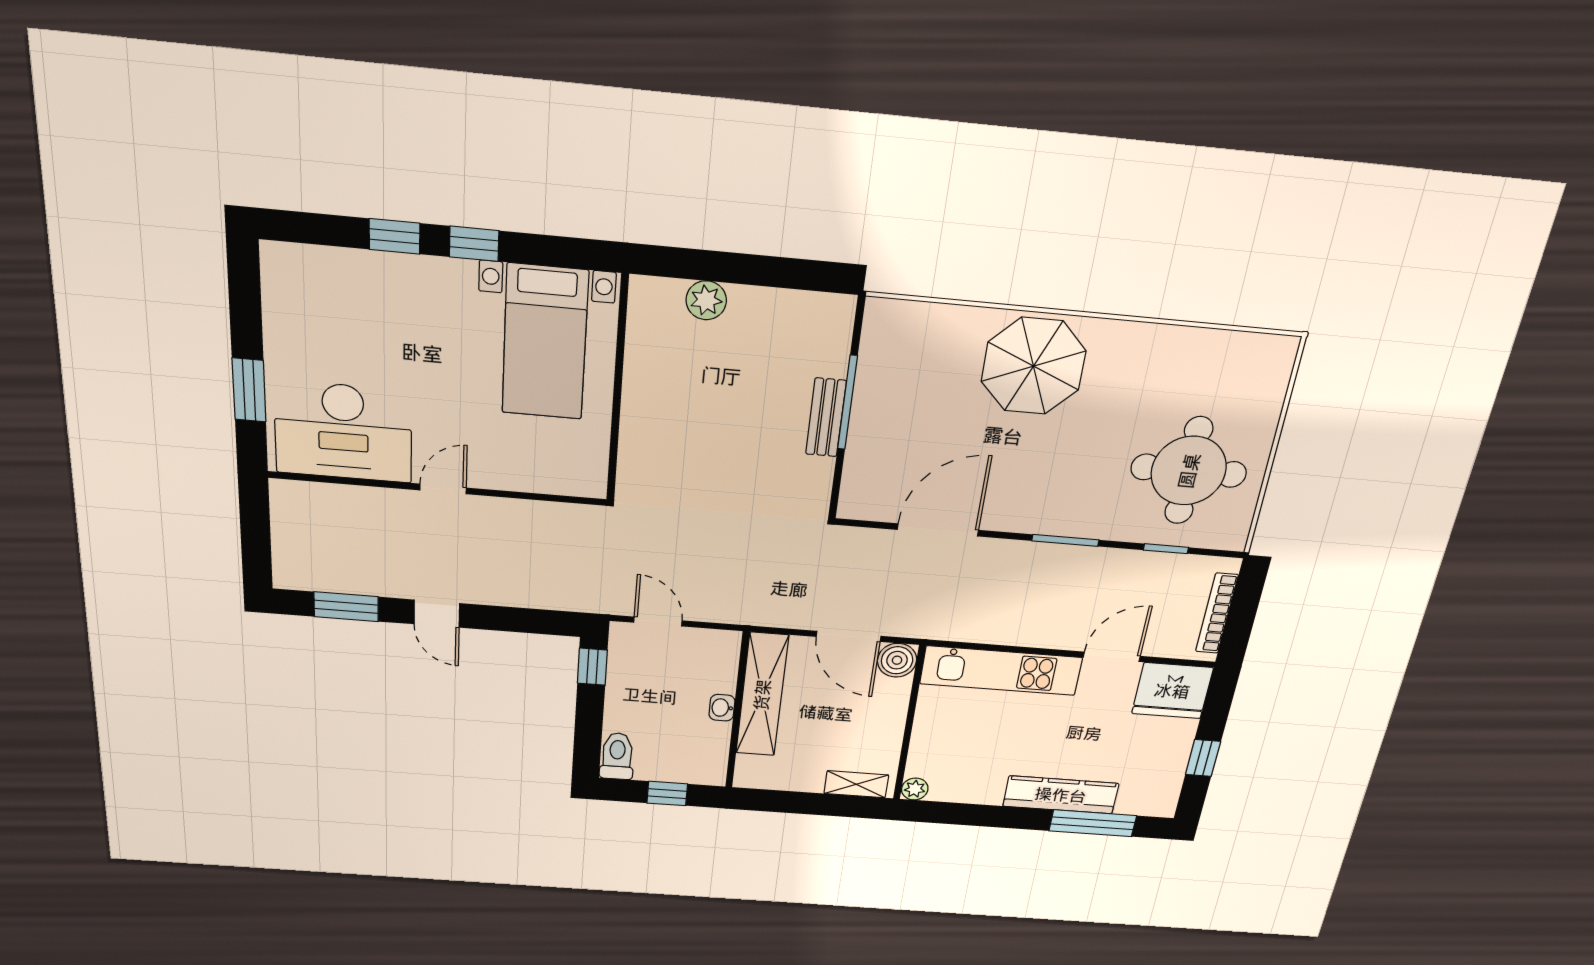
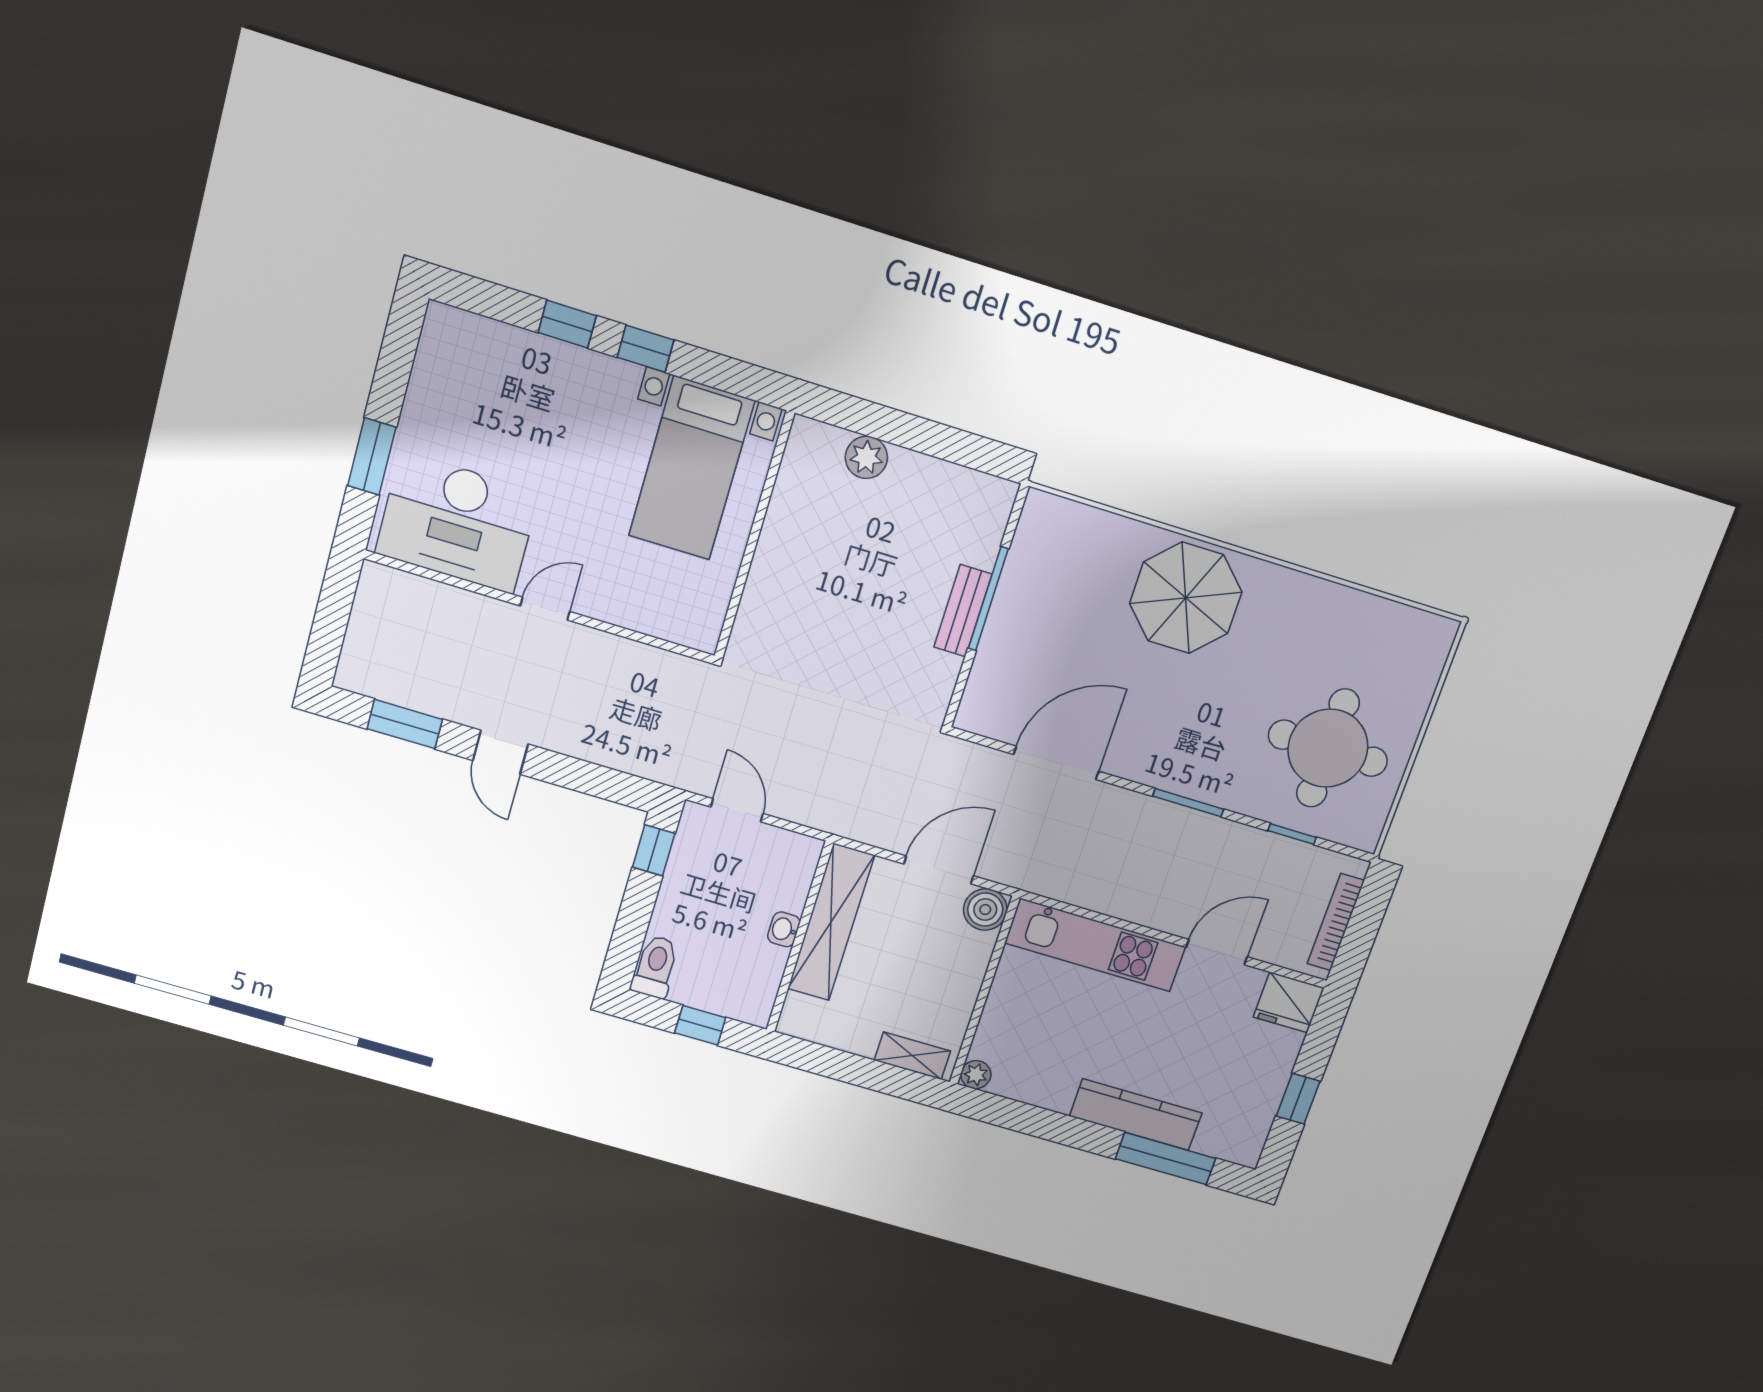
door: (849, 636) -> (939, 870), swing flipped
fridge: (1172, 691) -> (1289, 1002), width x0.73, depth x0.75

